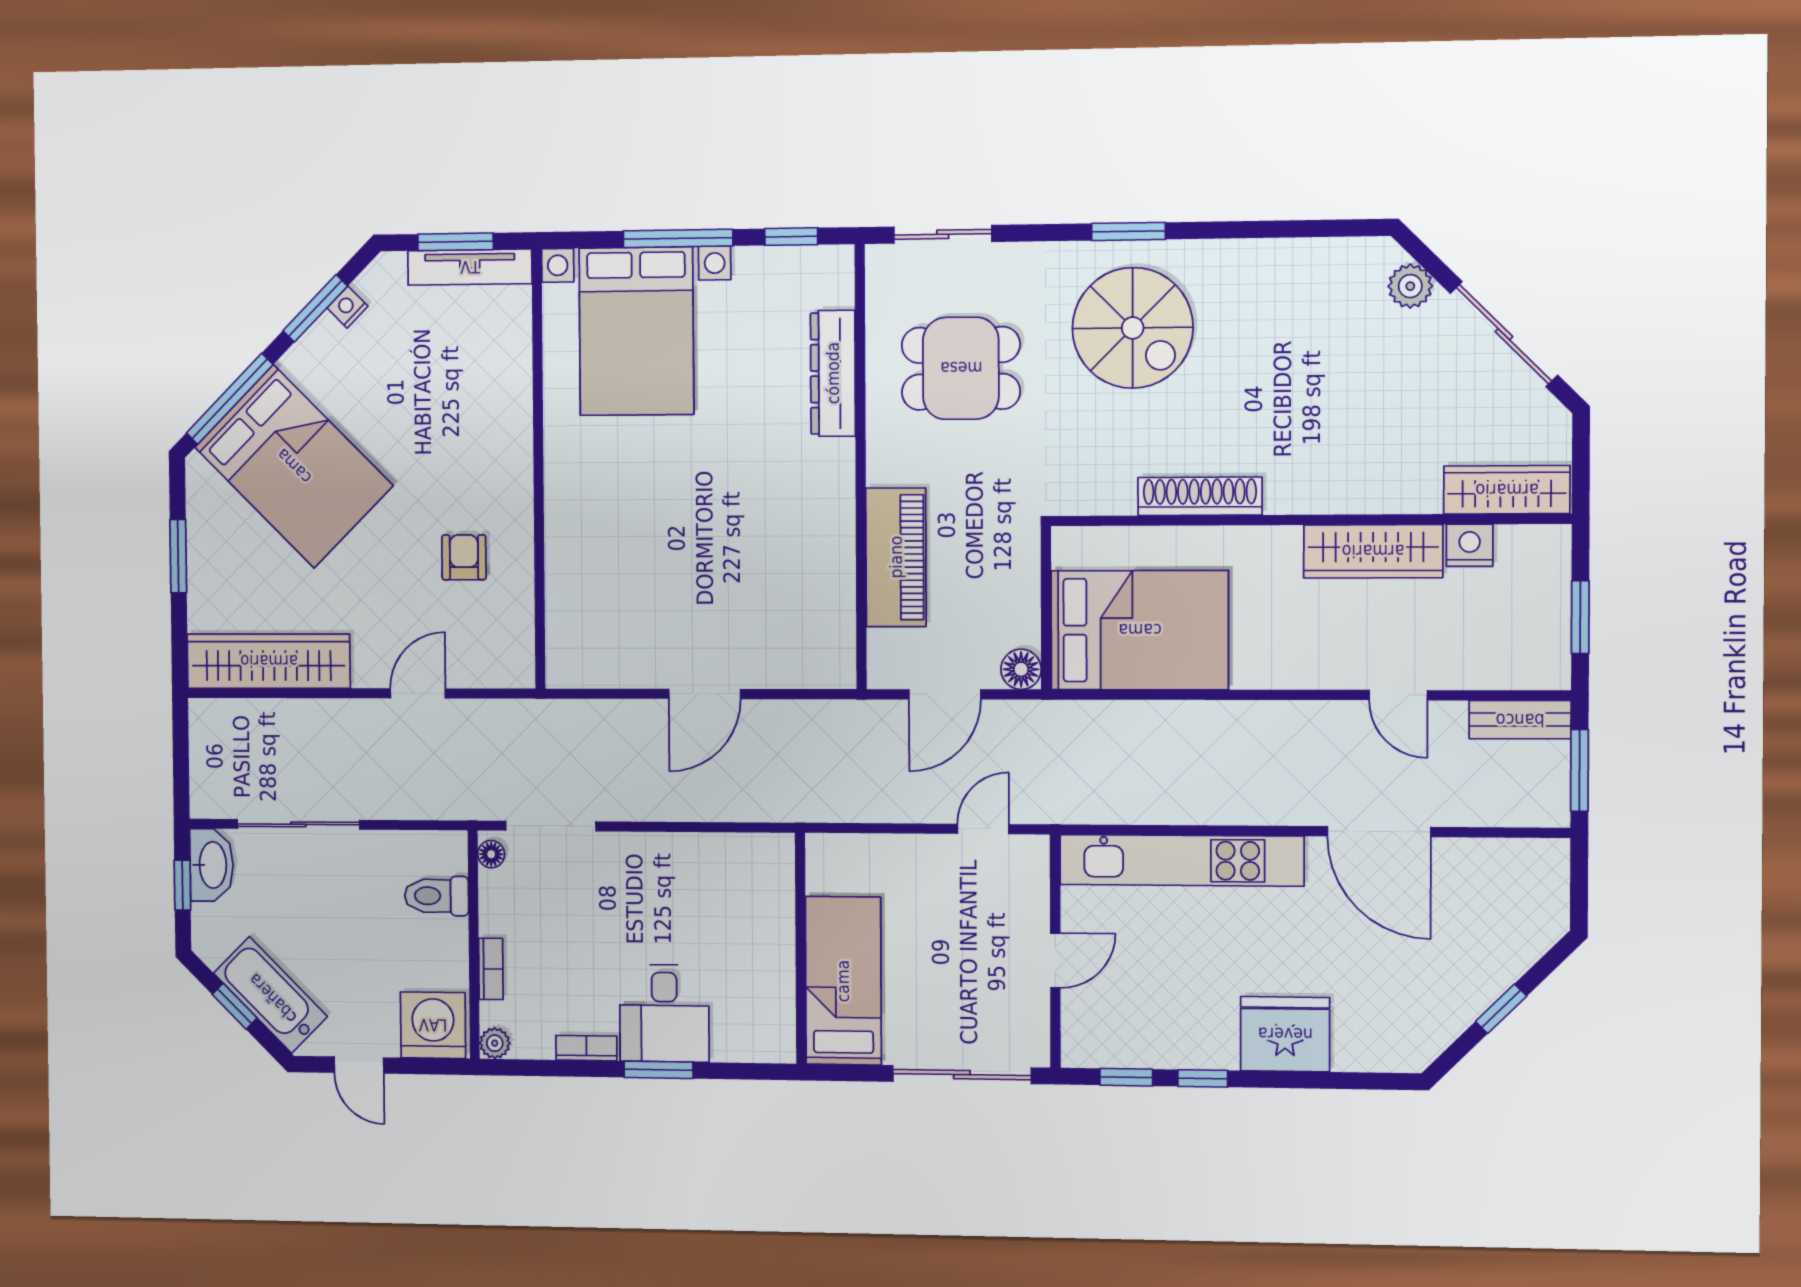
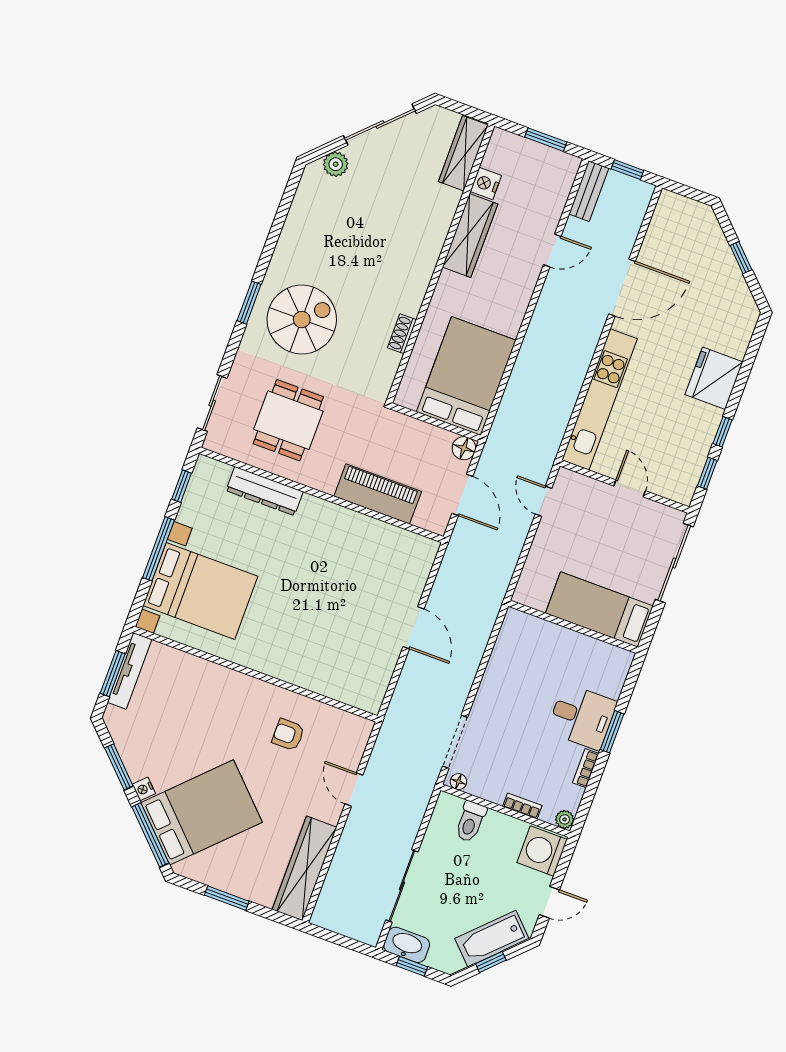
nightstand: (347, 307) -> (144, 789), moved
shoe rack: (1200, 496) -> (402, 334), width x0.51, depth x0.81
window: (1580, 770) -> (627, 170), width x0.67

